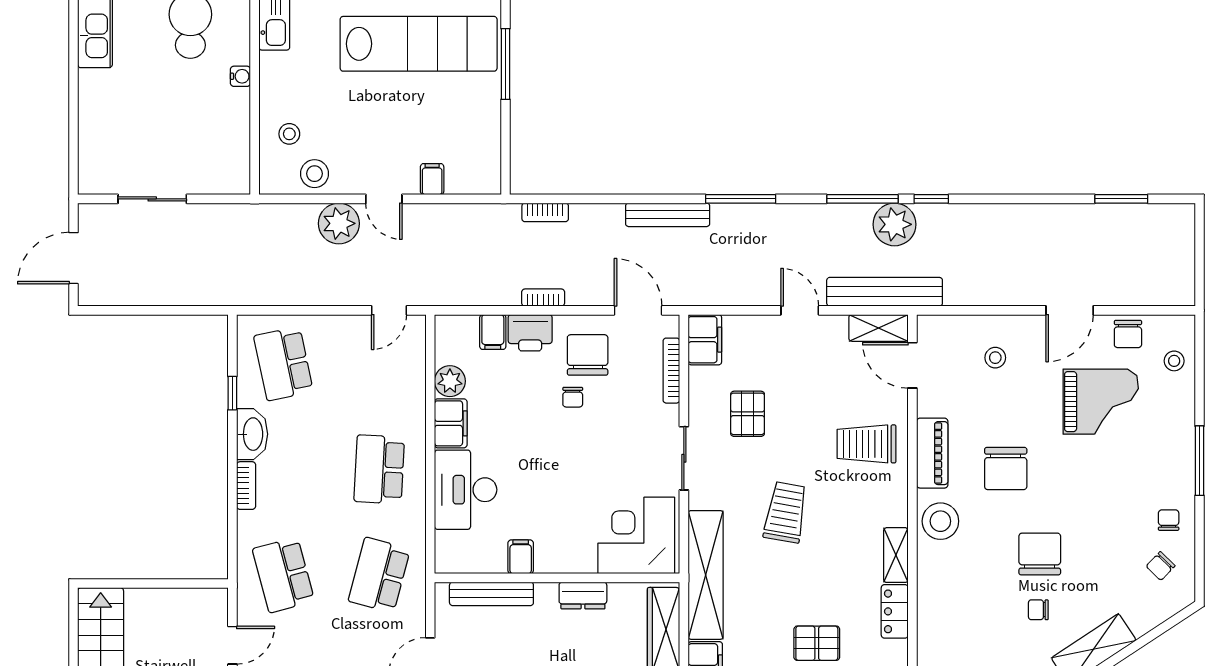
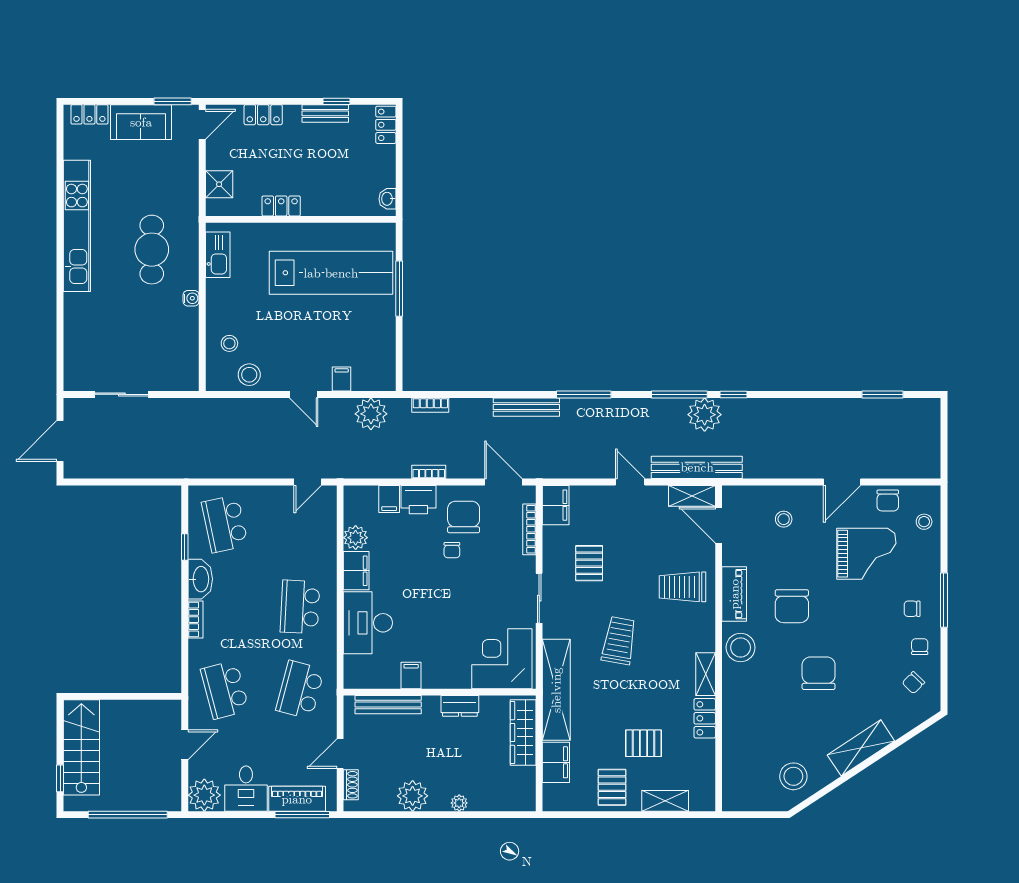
plant: (339, 223) -> (371, 414), moved
chair: (1038, 610) -> (912, 609), moved

